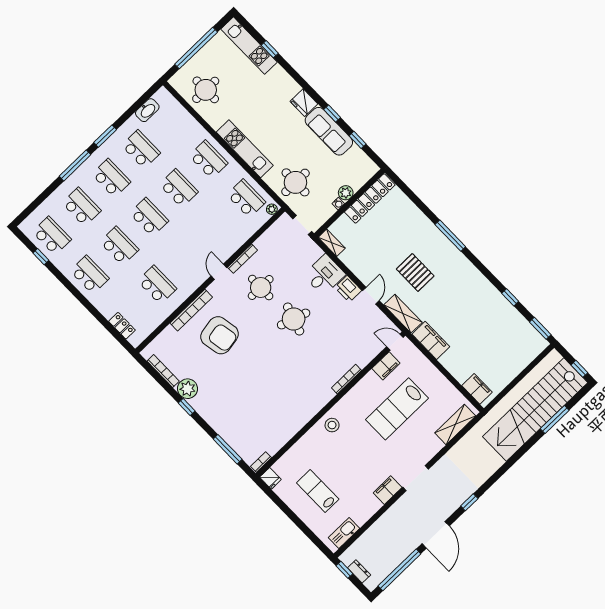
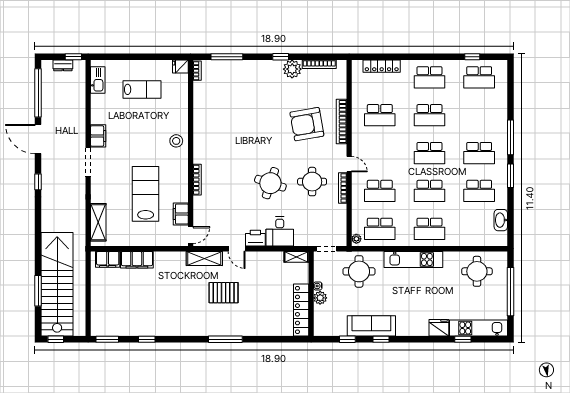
fridge: (304, 103) -> (439, 328), moved
school desk: (81, 207) -> (380, 191), moved
locker: (122, 326) -> (382, 66), width x1.53
filing cabinet: (431, 340) -> (137, 260), moved

